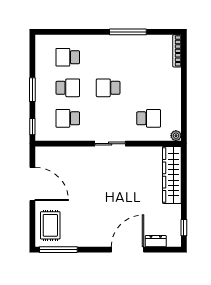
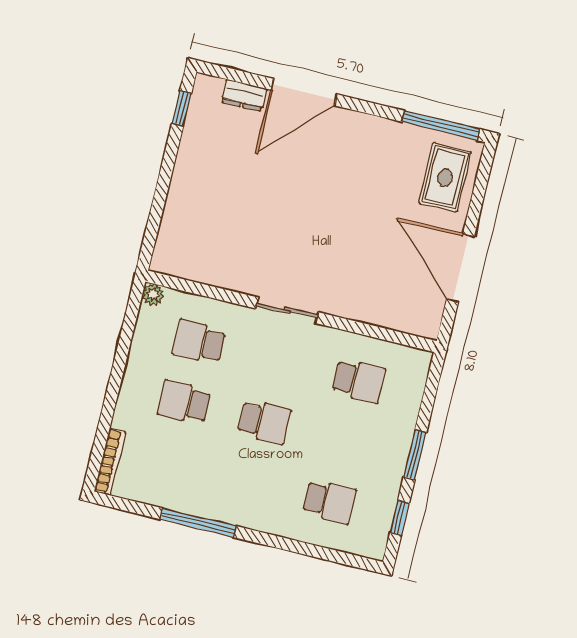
school desk: (68, 88) -> (184, 402), moved
window: (32, 127) -> (400, 518), moved
wardrobe: (172, 175) -> (180, 219), removed

